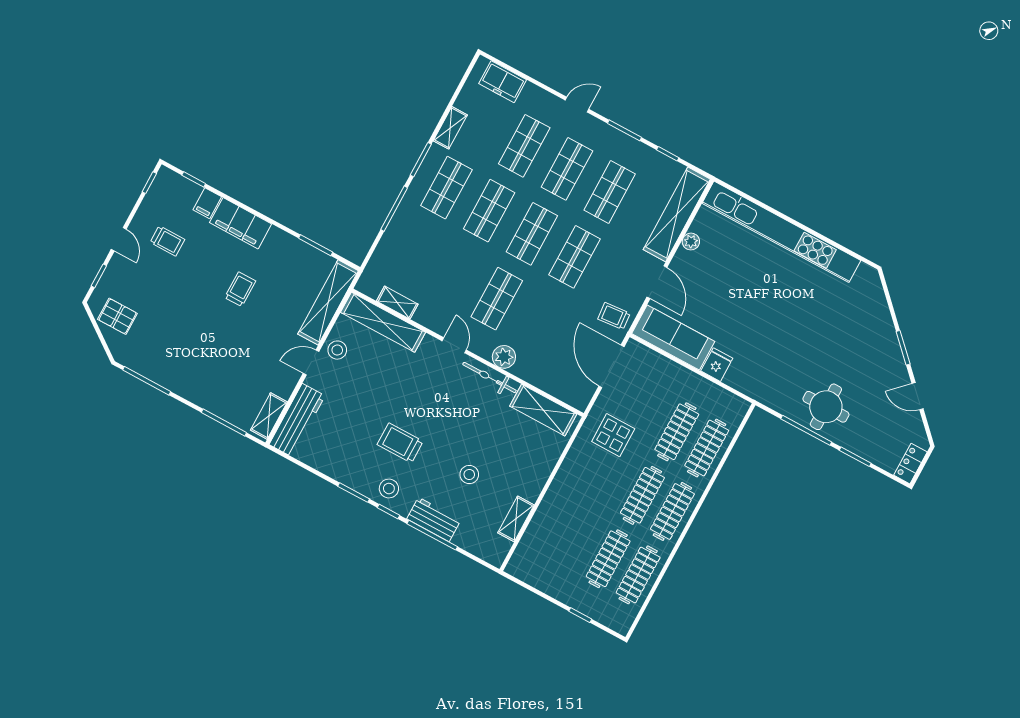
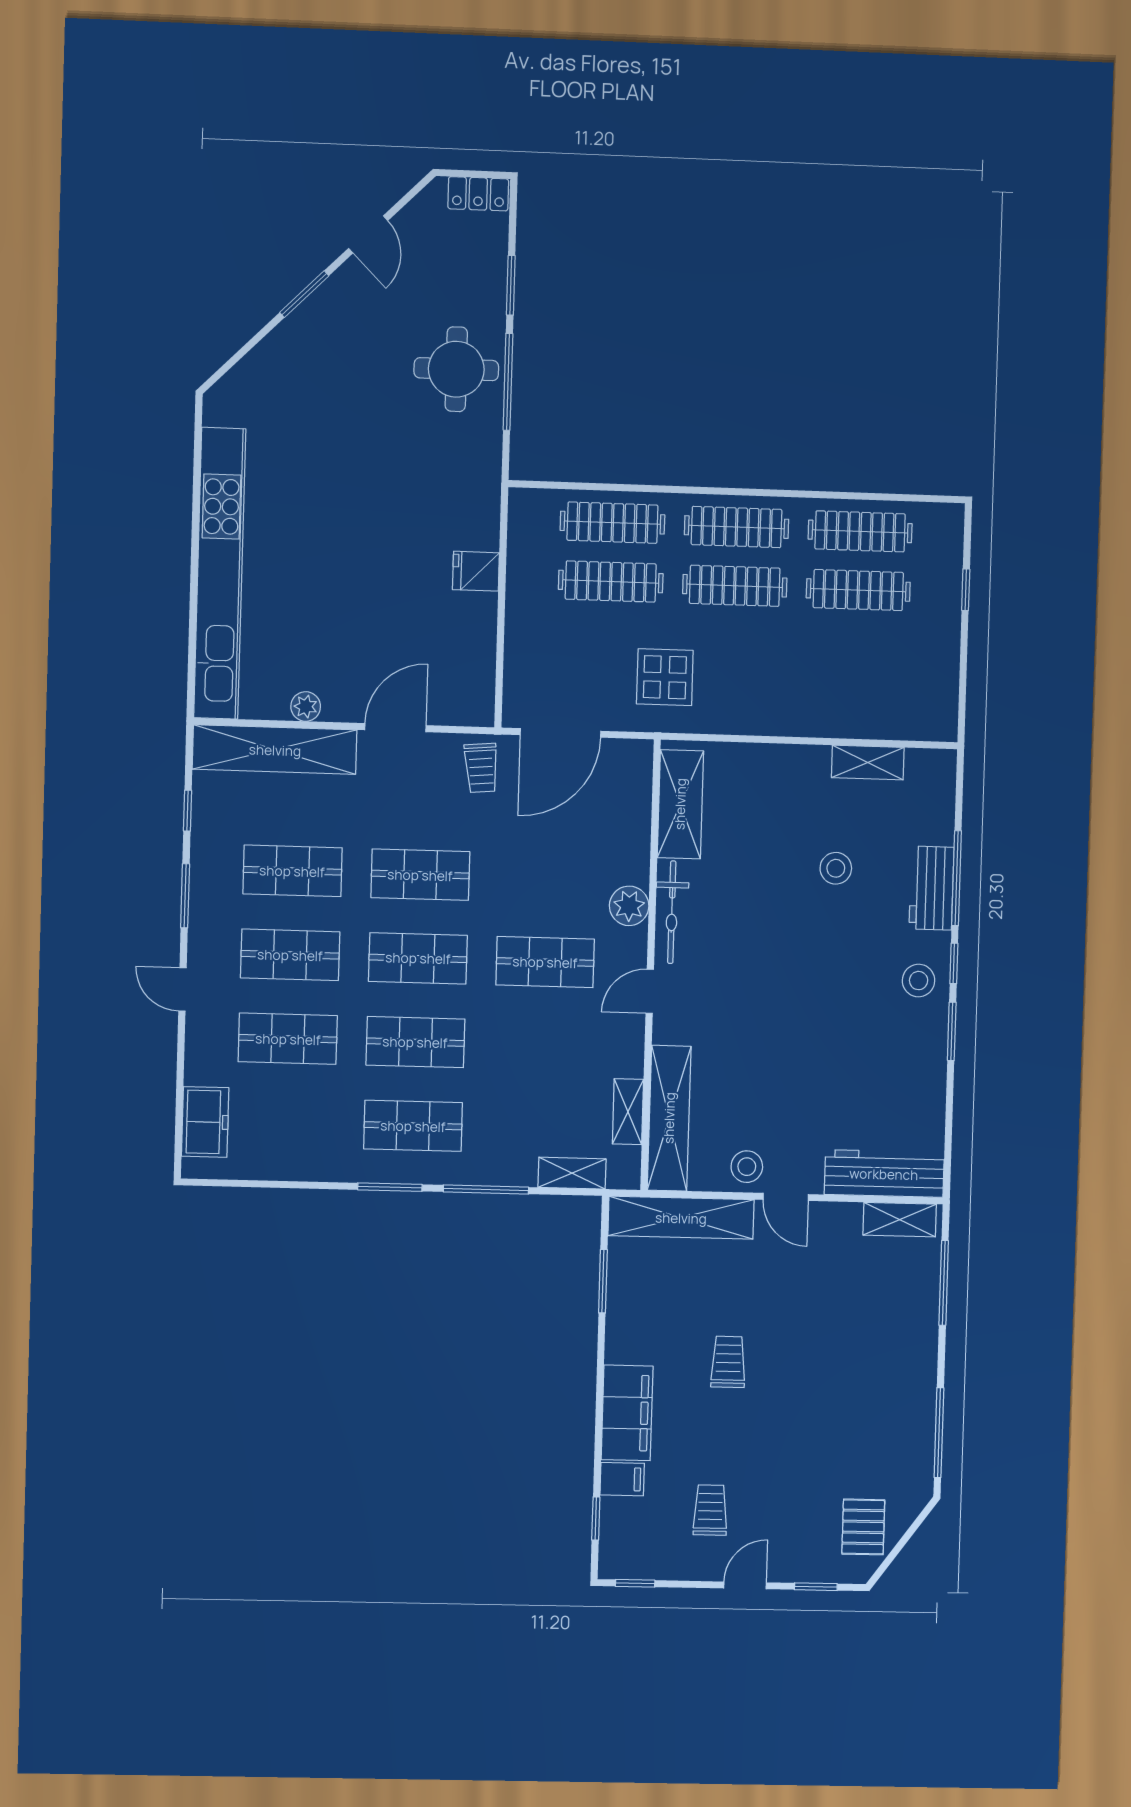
shelving: (450, 128) -> (572, 1173), moved
trolley: (240, 289) -> (728, 1362), turned 90
sofa: (673, 338) -> (468, 660), removed
trolley: (400, 443) -> (840, 999), removed

